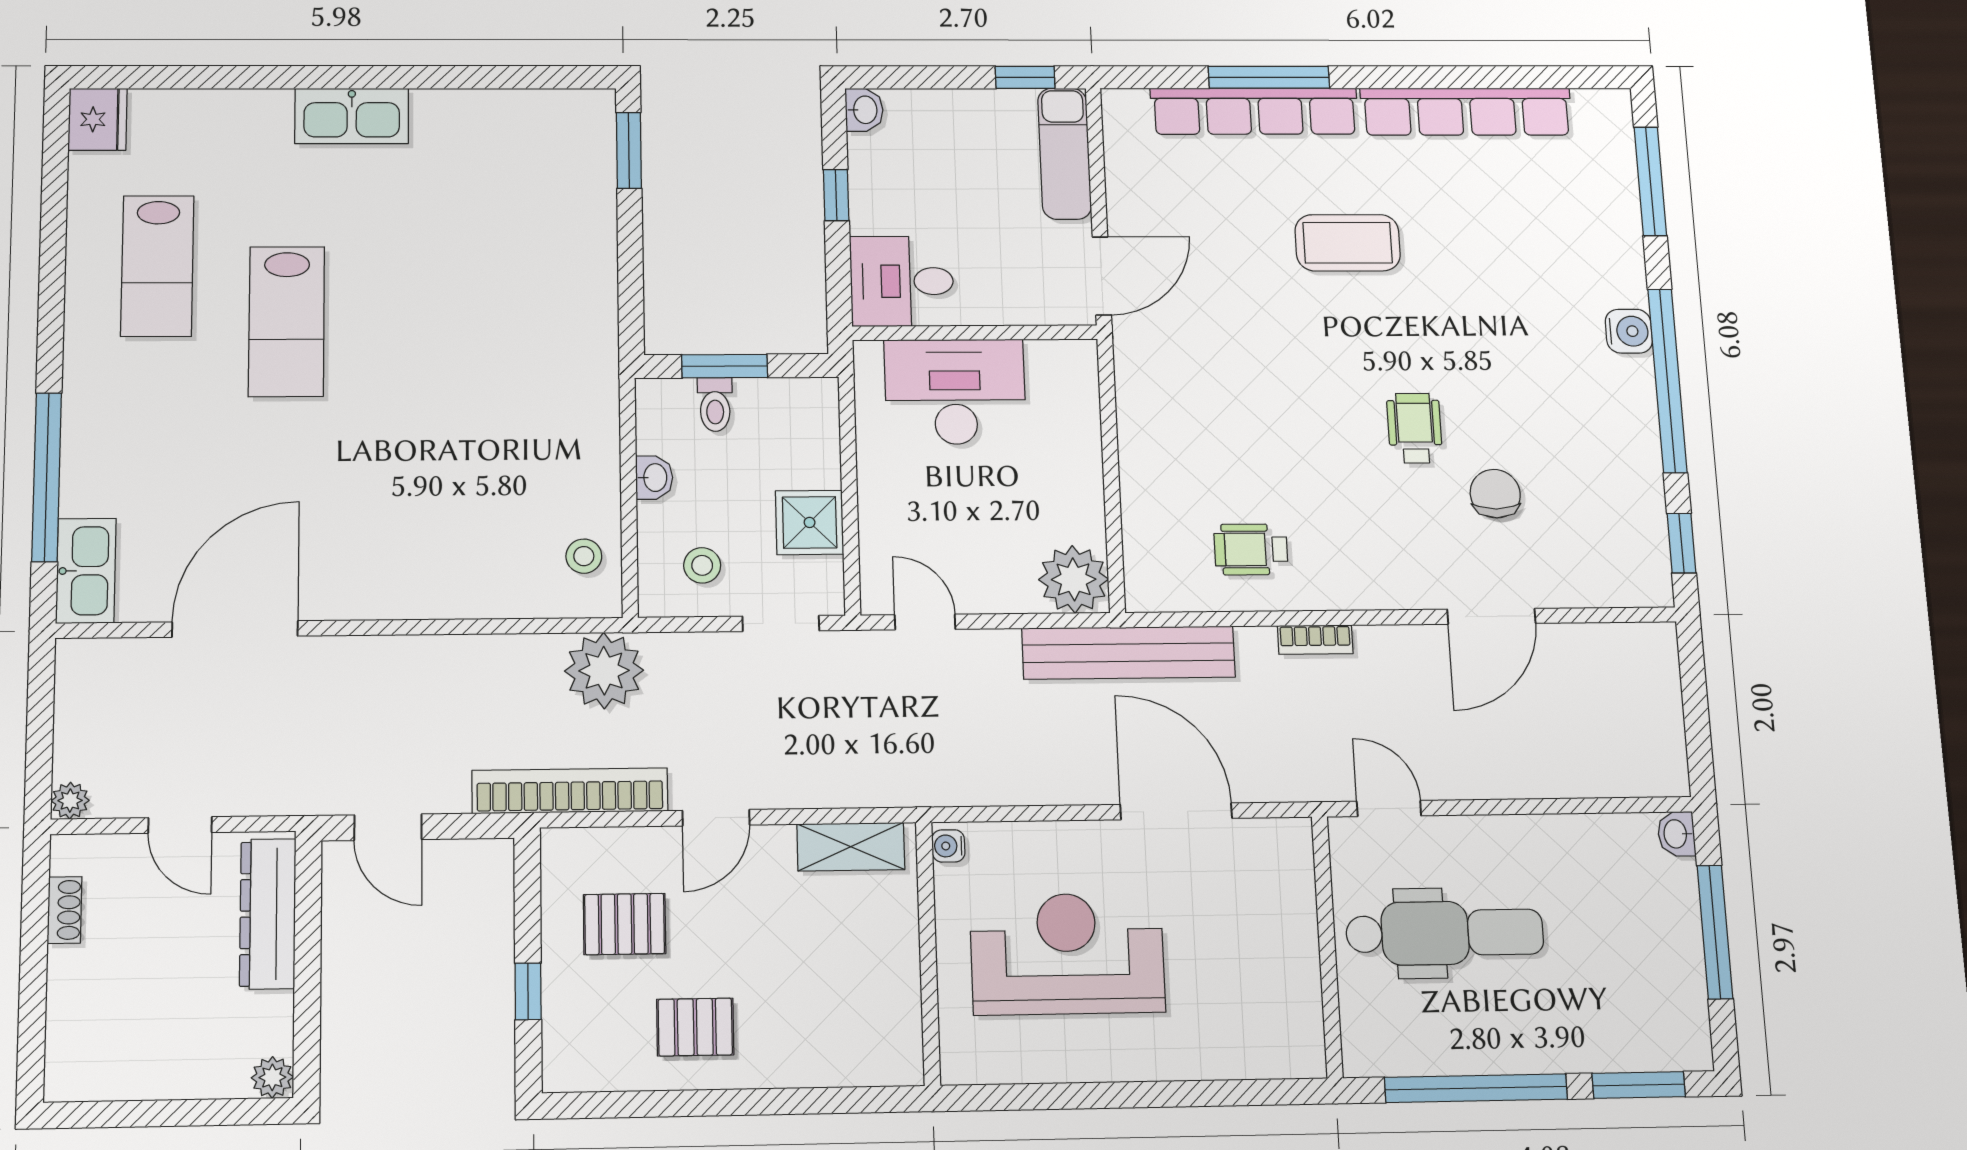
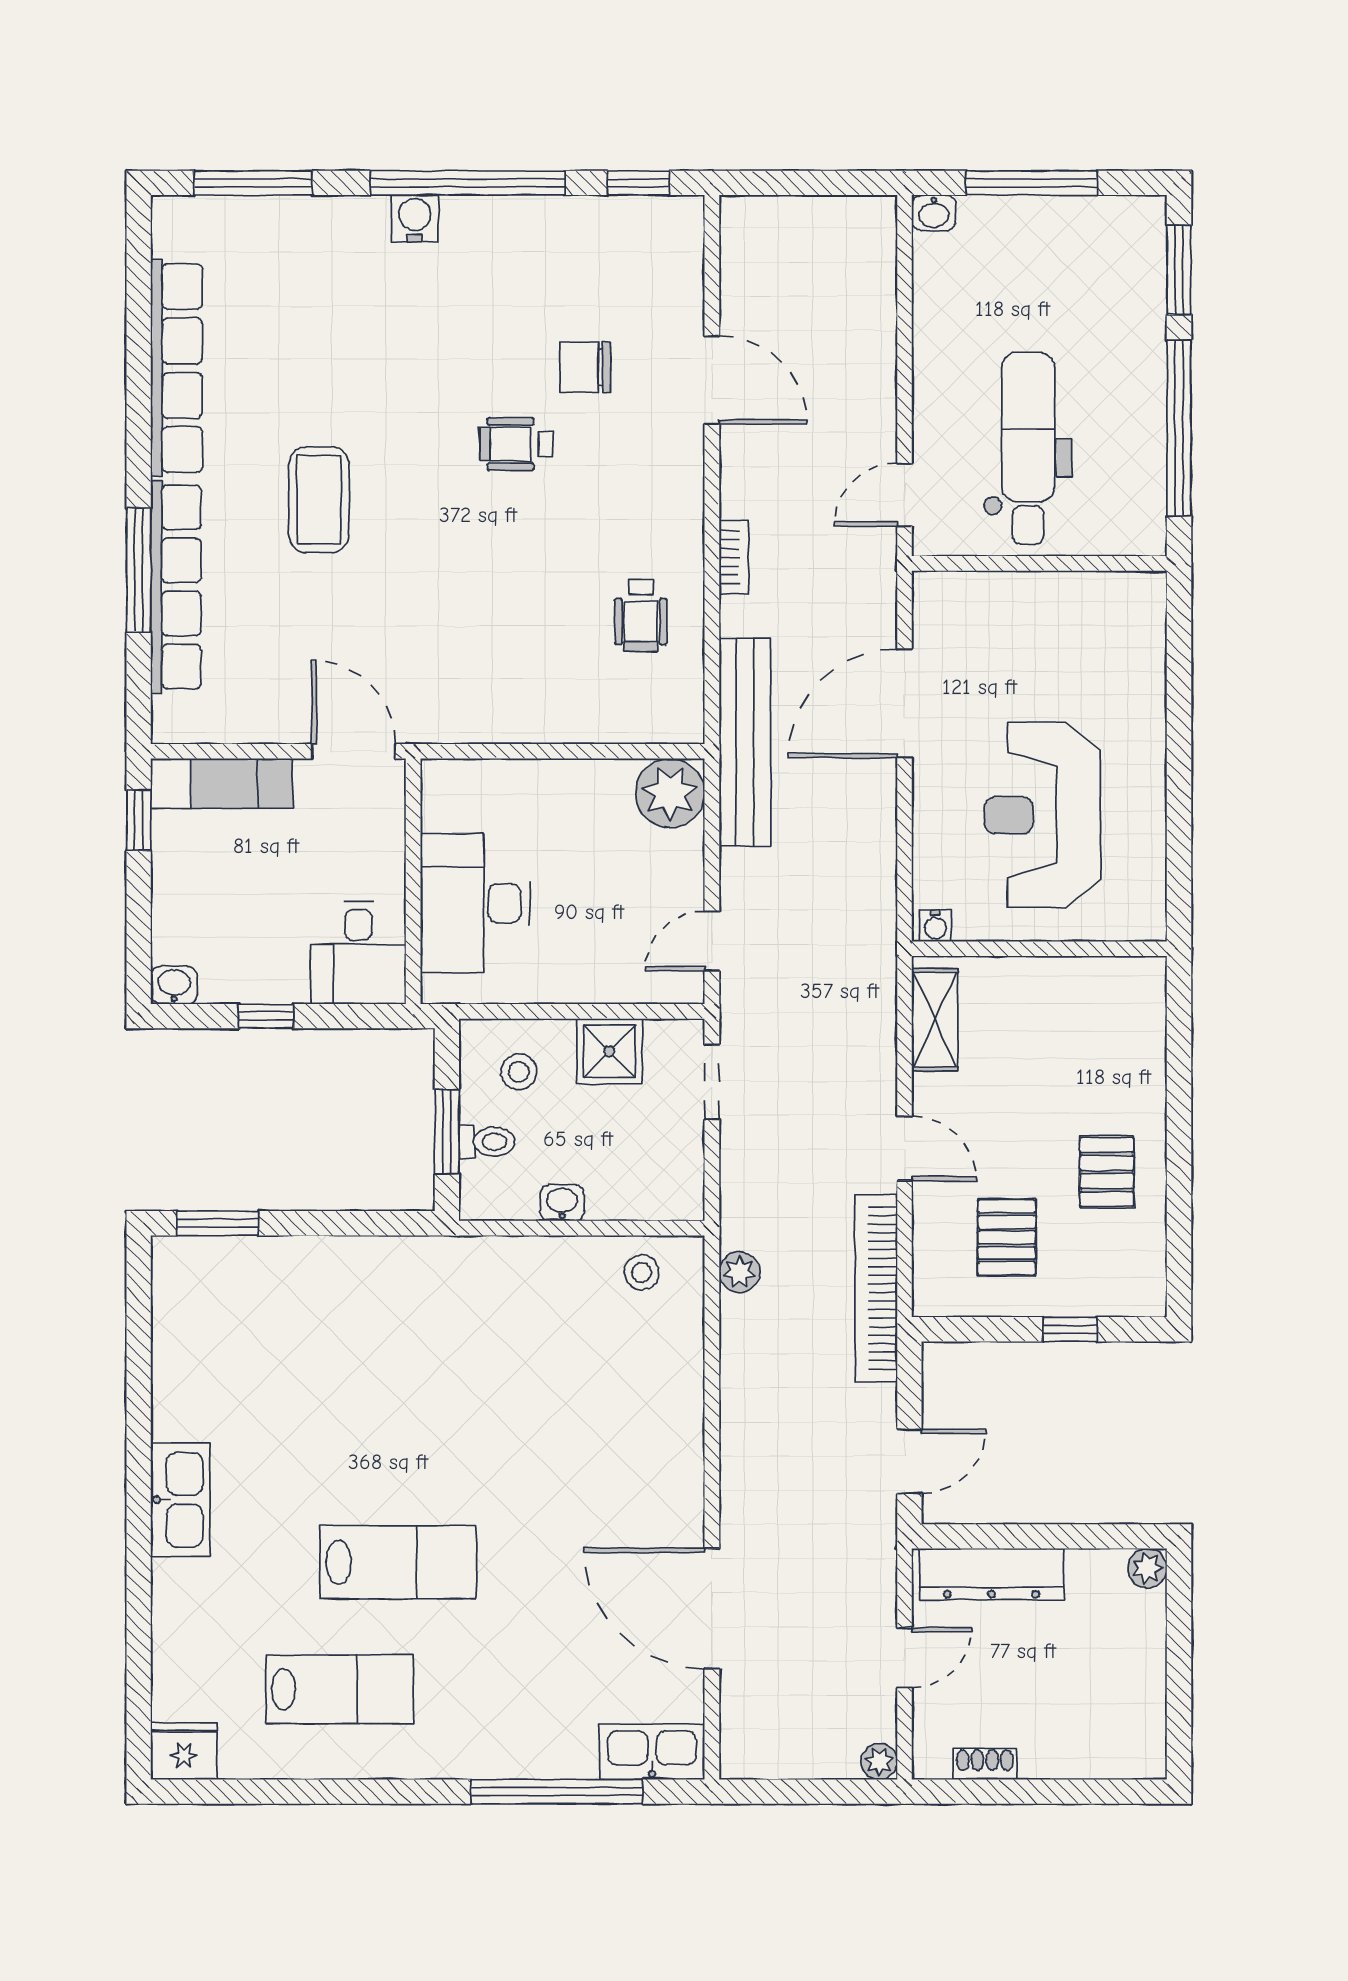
stool: (702, 565) -> (519, 1072), moved
plant: (604, 671) -> (739, 1272), width x0.53, depth x0.53

